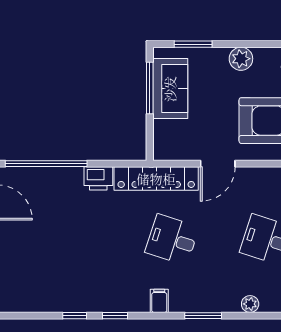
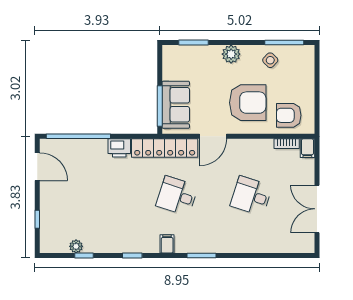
window: (150, 88) -> (160, 106), moved
sofa: (170, 89) -> (176, 105), moved
plant: (250, 304) -> (76, 246), moved
window: (75, 316) -> (84, 255), moved

